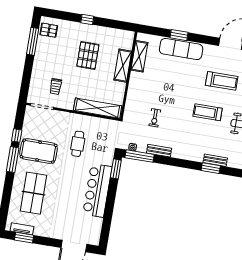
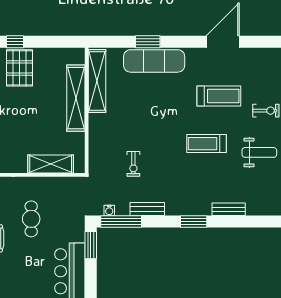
pallet: (88, 55) -> (19, 68), moved
shelving: (139, 56) -> (97, 81), width x1.47
shelving: (123, 66) -> (76, 98), width x1.47
shelving: (98, 108) -> (51, 164), width x0.68
window: (211, 168) -> (194, 221), moved

